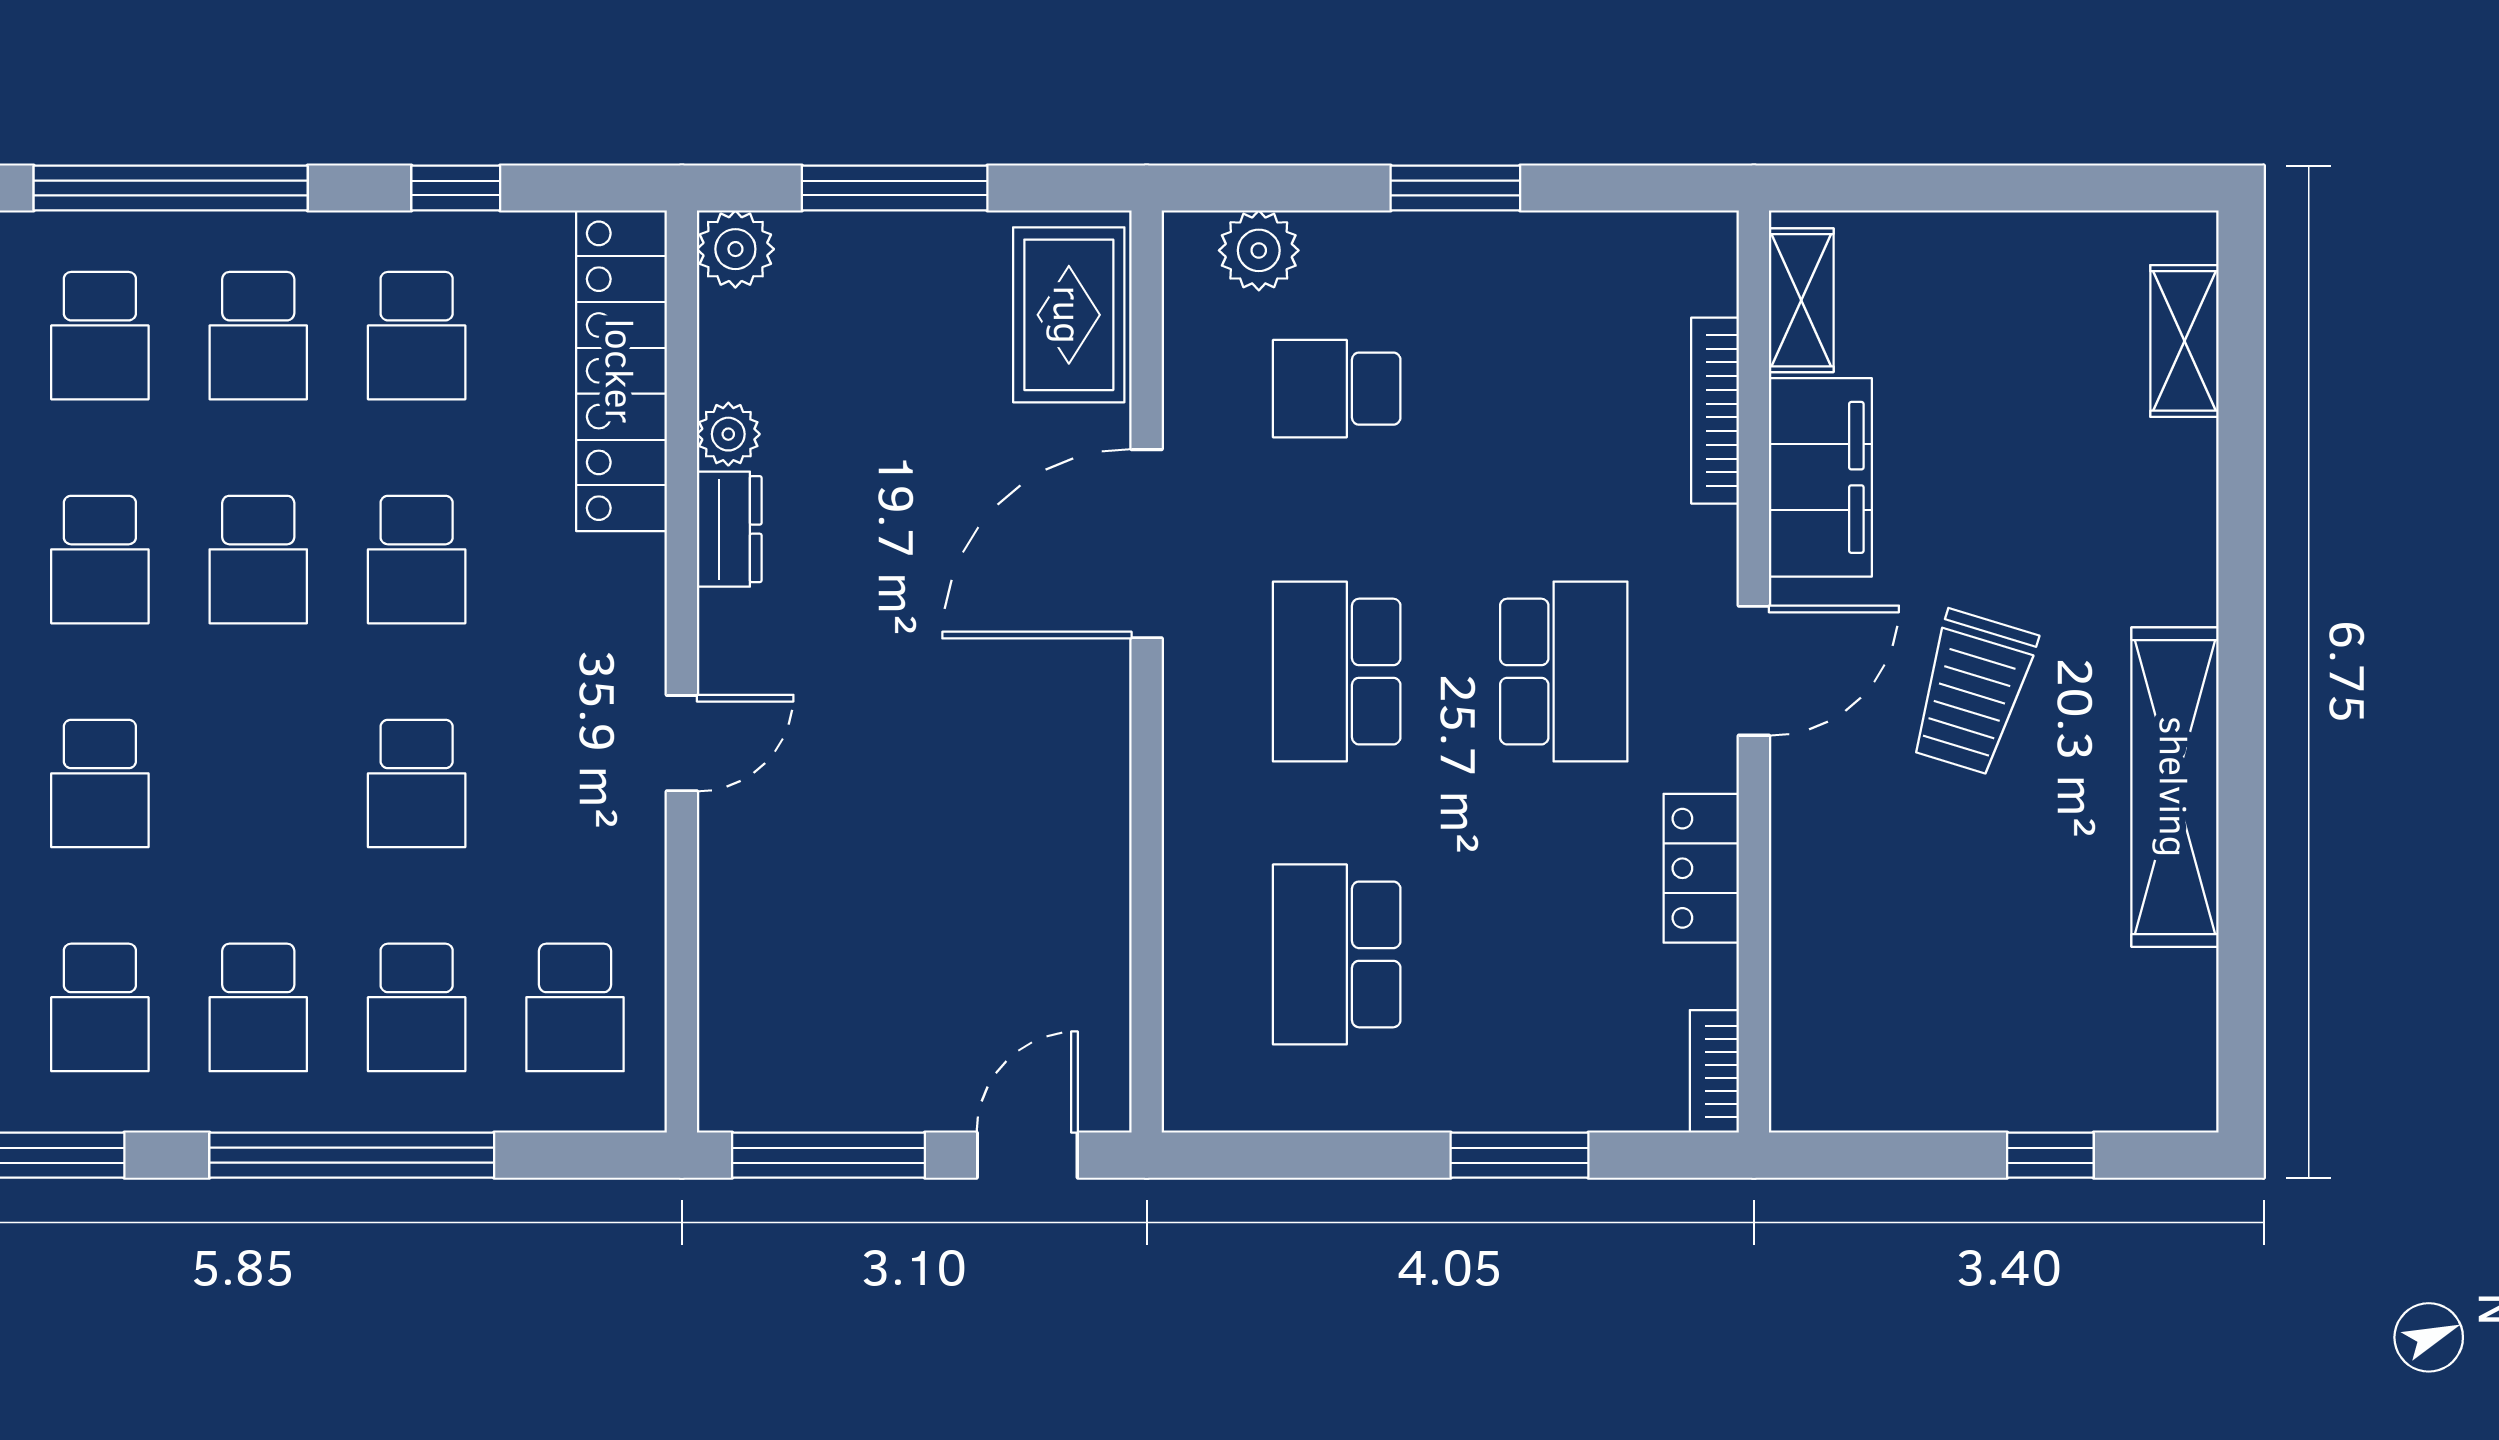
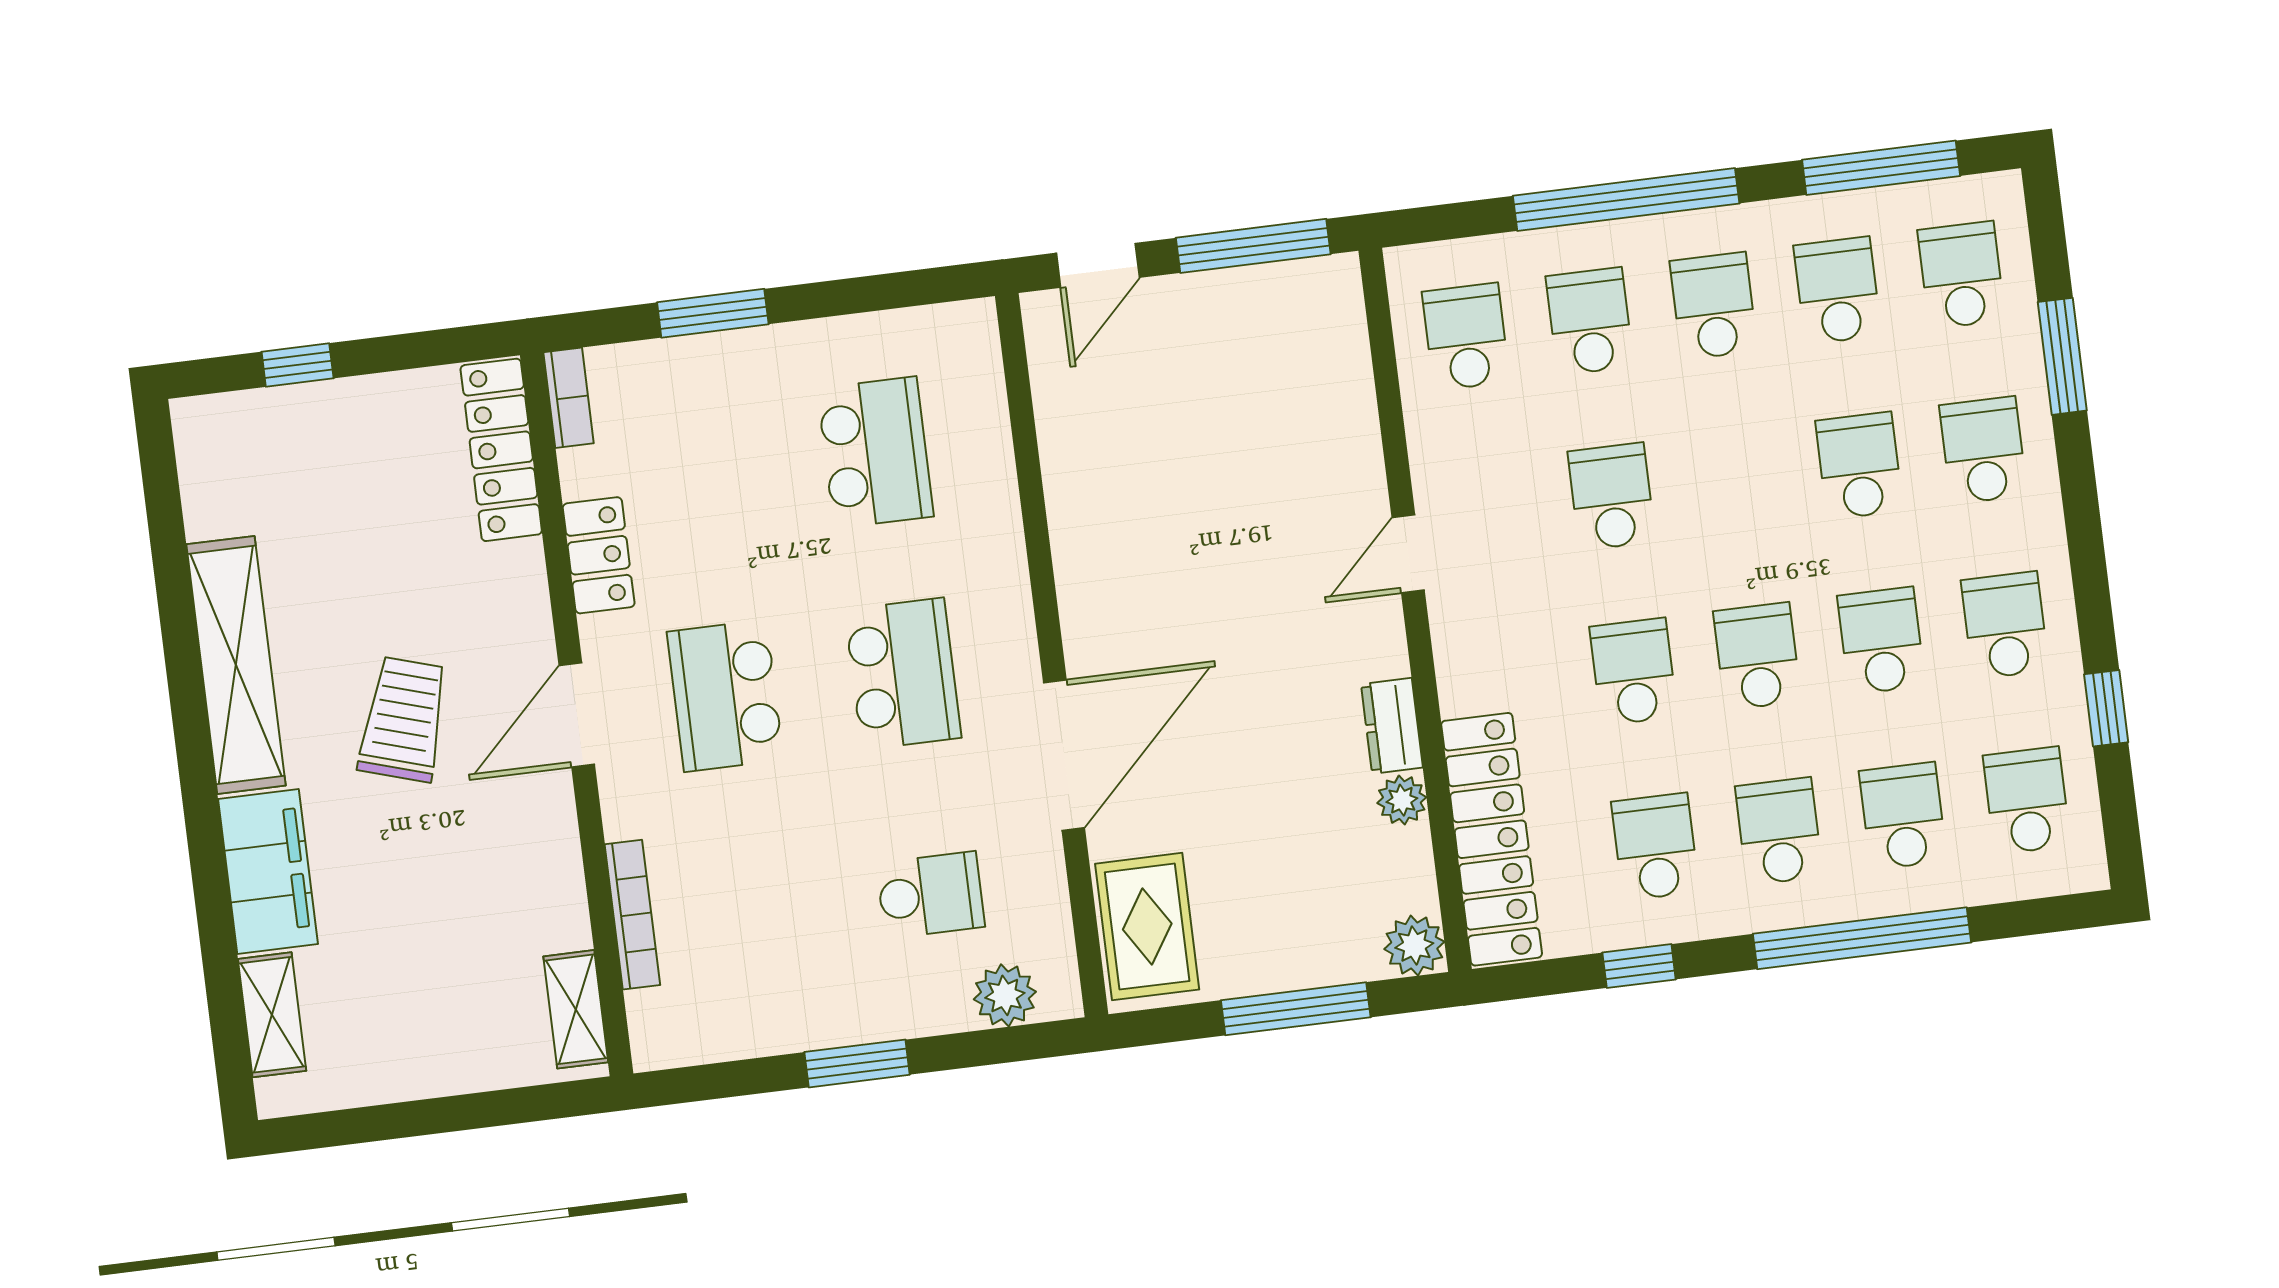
filing cabinet: (1820, 477) -> (268, 871), moved, turned 180
locker: (1807, 1016) -> (501, 450), added

